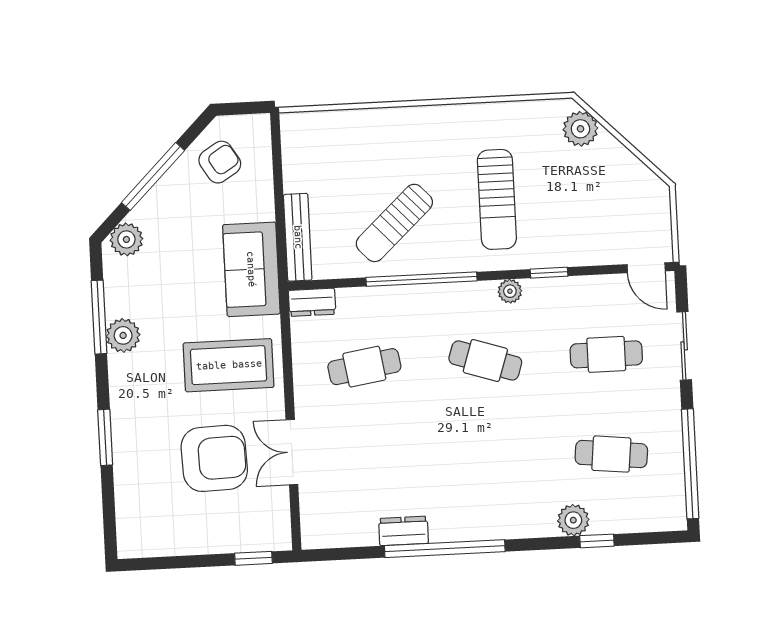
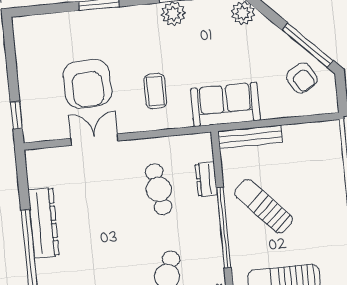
window: (153, 176) -> (308, 45), moved
dresser: (312, 302) -> (206, 179), moved
coffee table: (229, 365) -> (155, 91), width x0.54, depth x0.58
dresser: (404, 531) -> (44, 223), width x1.96, depth x1.24

